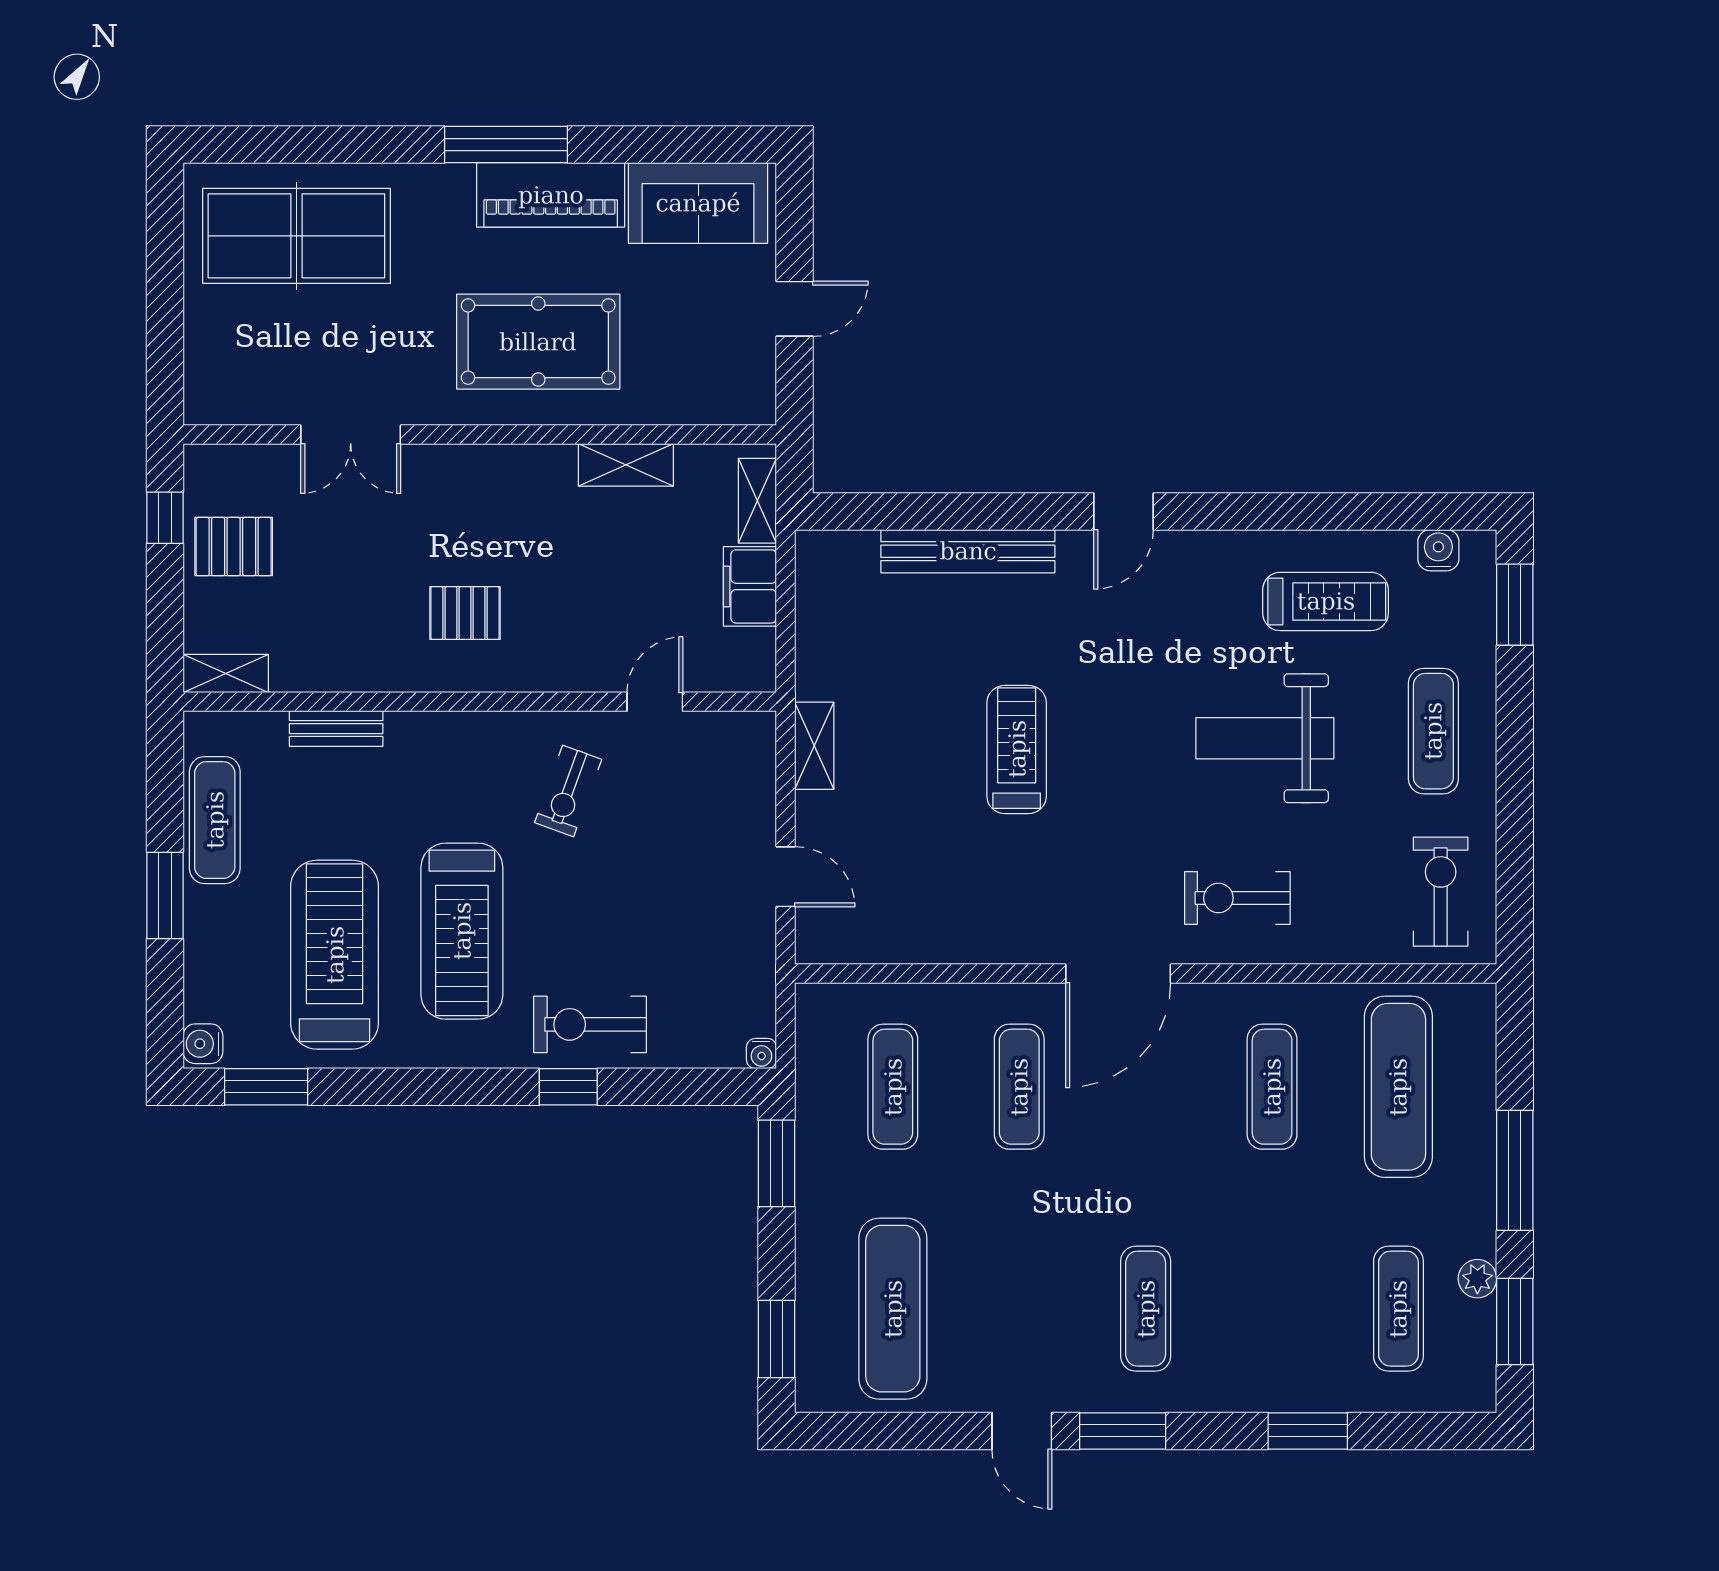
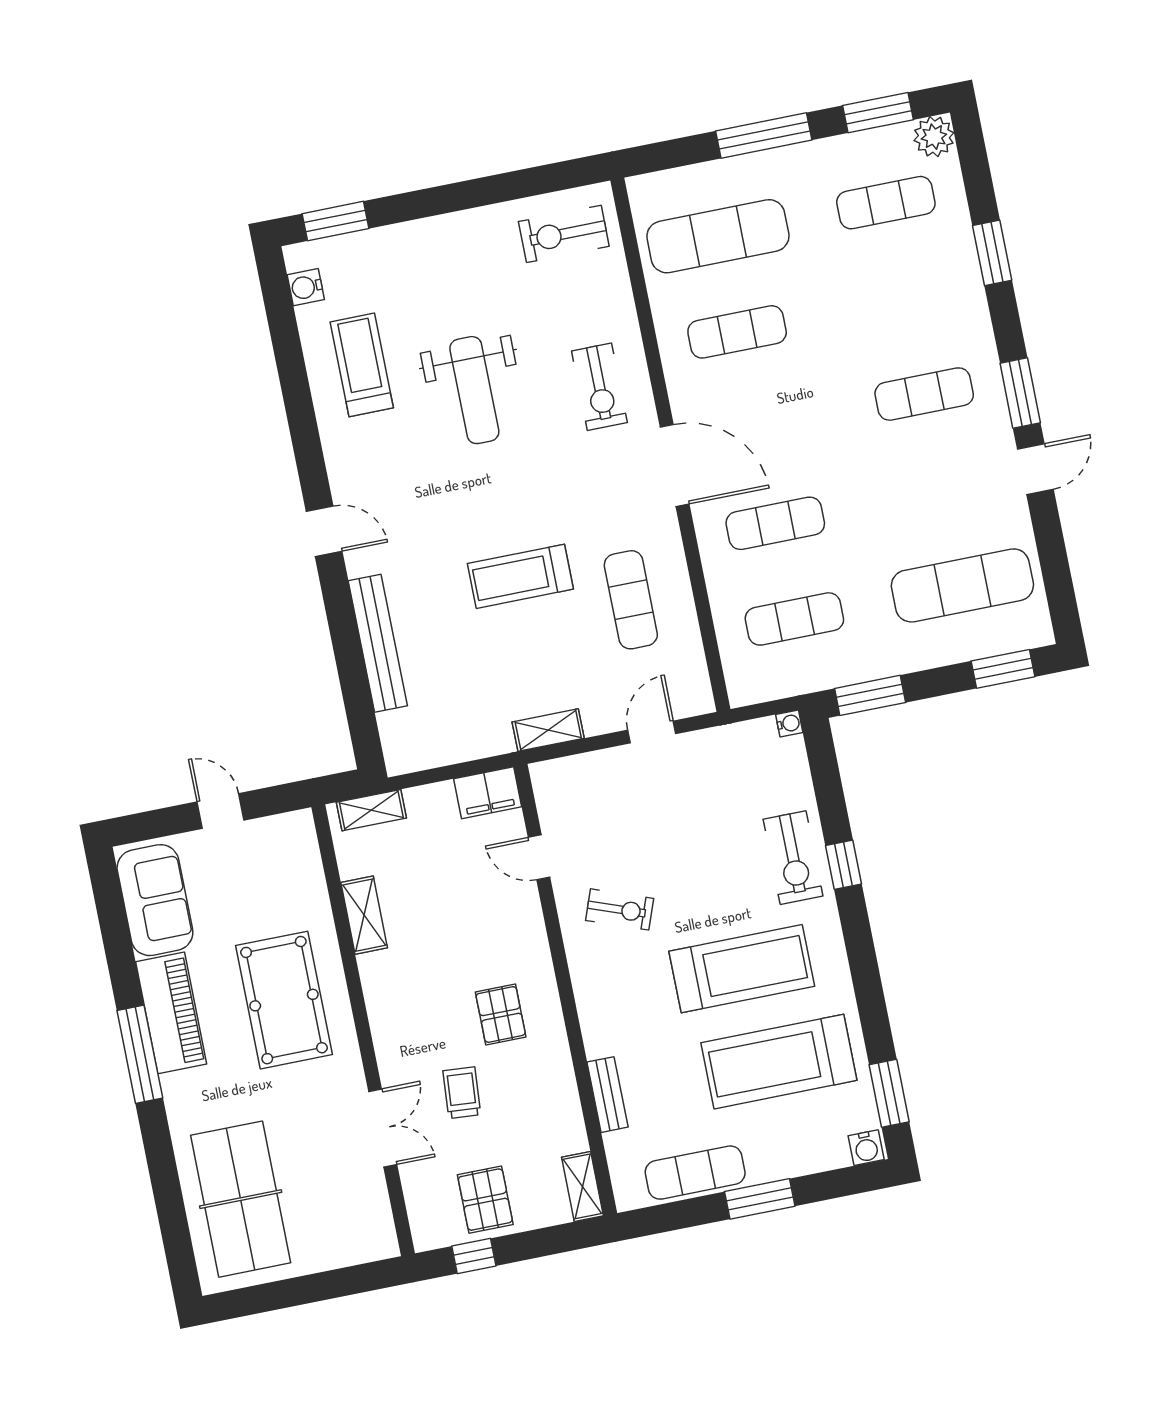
trolley: (376, 544) -> (462, 1093), added
filing cabinet: (750, 586) -> (488, 793), moved
exercise mat: (1433, 731) -> (631, 600), moved, turned 90
plant: (1477, 1279) -> (934, 137), moved, width x1.38, depth x1.38

